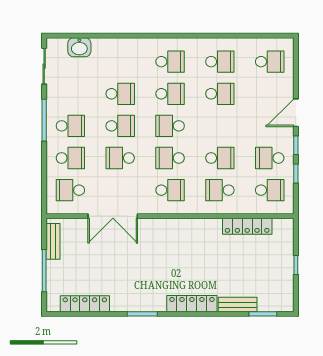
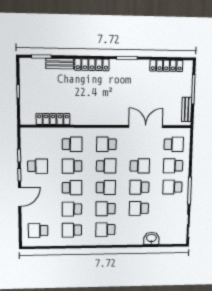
washbasin: (79, 47) -> (151, 238), moved
school desk: (270, 190) -> (72, 188), moved, turned 180

